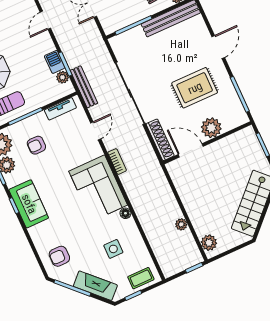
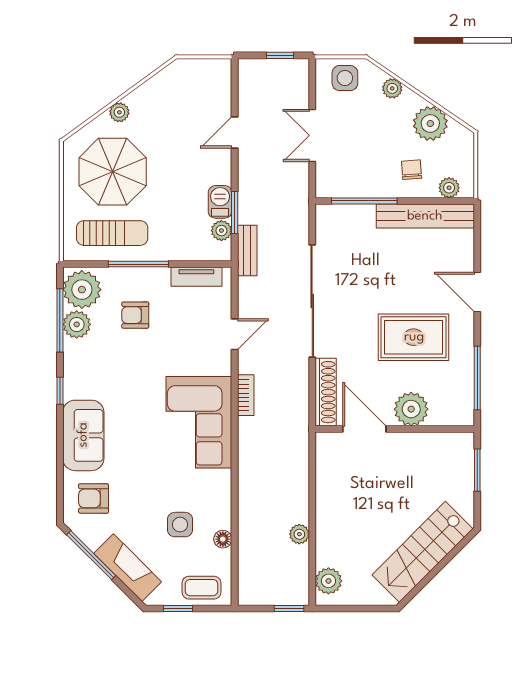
door: (218, 47) -> (477, 292), swing flipped
bench: (84, 87) -> (247, 251), width x0.73
sofa: (29, 204) -> (83, 435), moved
floor lamp: (125, 213) -> (223, 539), moved

